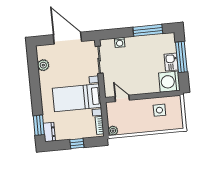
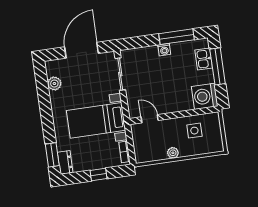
door: (67, 38) -> (82, 50), hinge flipped
washing machine: (120, 42) -> (164, 50), moved
kitchen sink: (171, 62) -> (204, 59), moved
plant: (113, 131) -> (173, 153), moved

